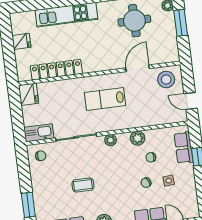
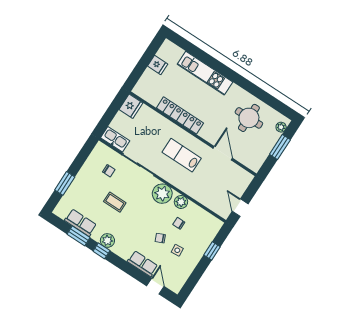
door: (138, 68) -> (223, 153), hinge flipped
locker: (56, 70) -> (180, 115), moved
stool: (166, 79) -> (236, 178), removed
plant: (111, 140) -> (162, 194), width x1.87, depth x1.87
row of seats: (184, 148) -> (207, 236), removed
chair: (41, 156) -> (109, 171), moved

